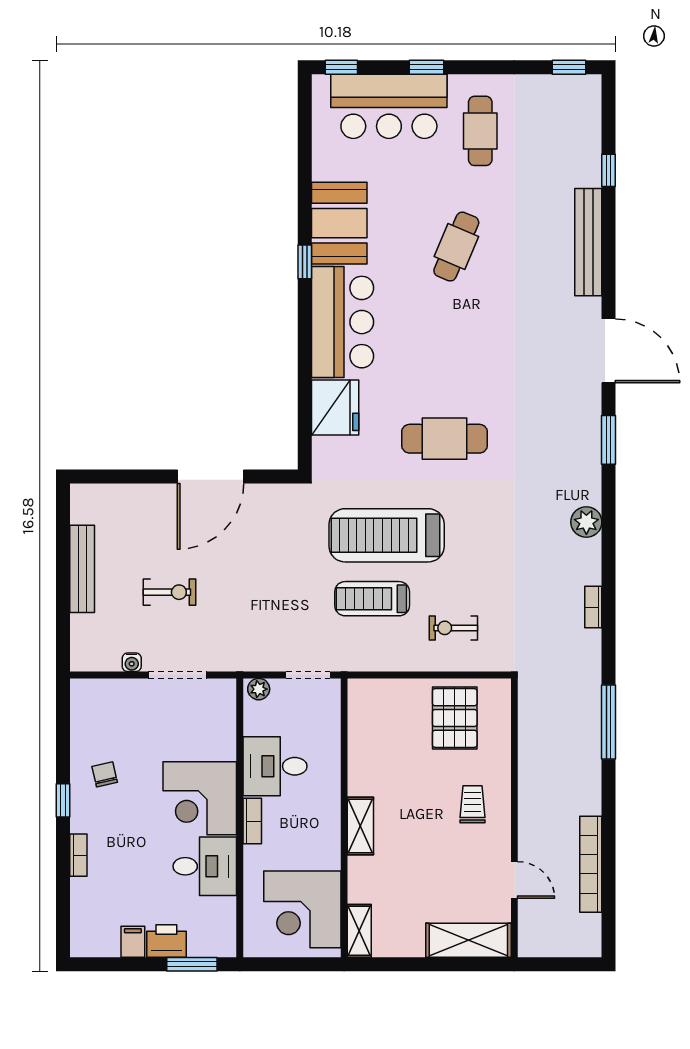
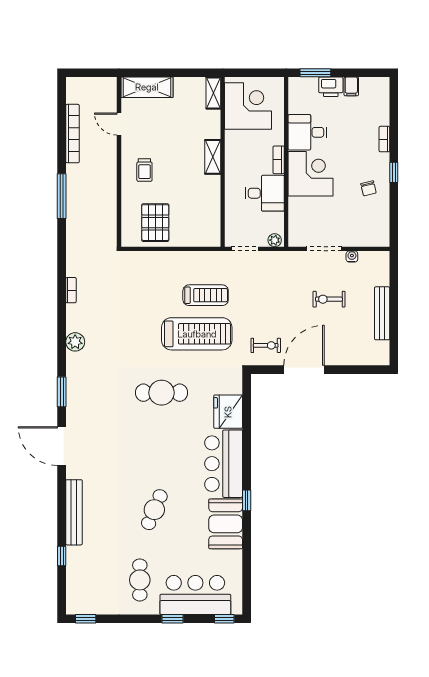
exercise bike: (453, 628) -> (266, 345), moved
window: (609, 722) -> (62, 196), moved

